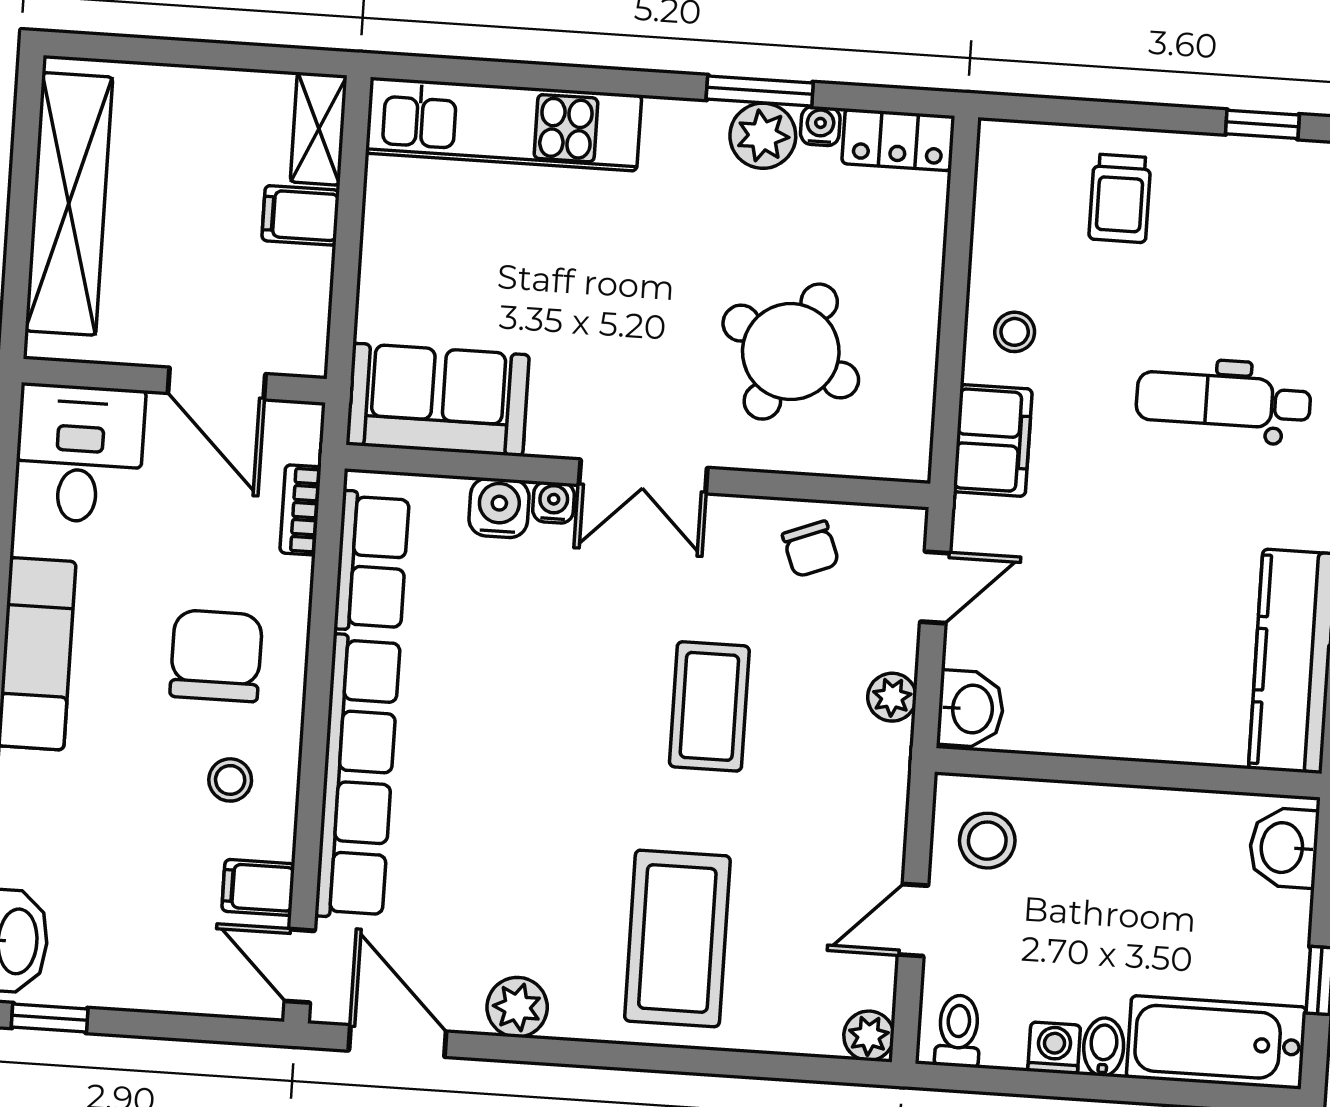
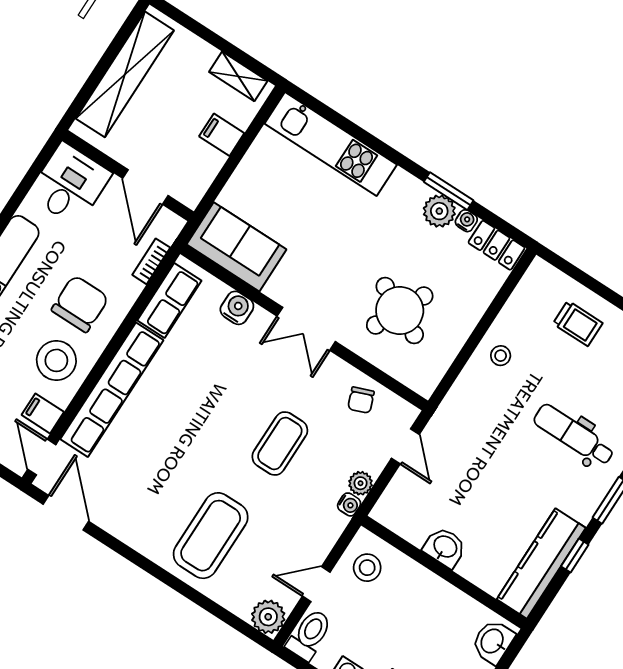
shelving: (319, 129) -> (238, 76), moved, turned 90
trolley: (1120, 198) -> (578, 323), turned -90
filing cabinet: (993, 440) -> (465, 397), removed
water cooler: (553, 502) -> (349, 504), moved, turned 90
door: (935, 587) -> (405, 446), hinge flipped
washbasin: (971, 709) -> (445, 547), moved, turned -90
stool: (230, 780) -> (56, 360), width x1.89, depth x1.89
plant: (517, 1007) -> (125, 527), removed
toilet: (958, 1031) -> (309, 635), width x1.37, depth x1.39
plant: (869, 1036) -> (268, 617), width x1.38, depth x1.38

